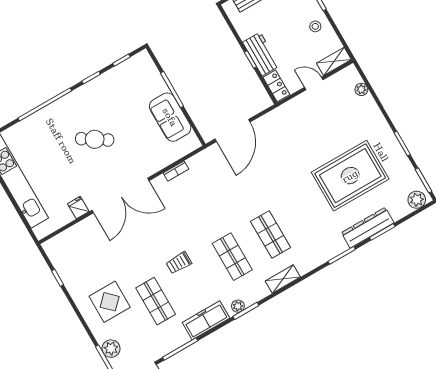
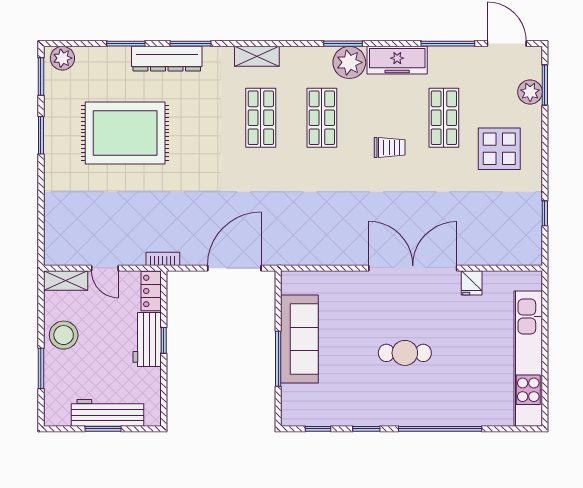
stool: (315, 26) -> (64, 335), width x1.89, depth x1.89
plant: (361, 89) -> (52, 228), removed
sofa: (170, 117) -> (299, 339), width x1.36
cafe table: (95, 139) -> (405, 353), turned -33
bookcase: (176, 171) -> (163, 259), moved
dresser: (368, 228) -> (167, 59), moved
shelving: (283, 279) -> (257, 56), moved
plant: (238, 306) -> (349, 62), width x1.88, depth x1.88

